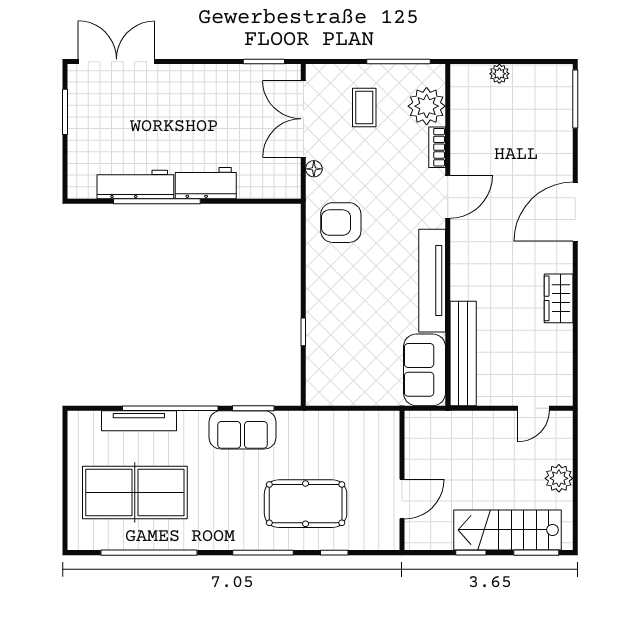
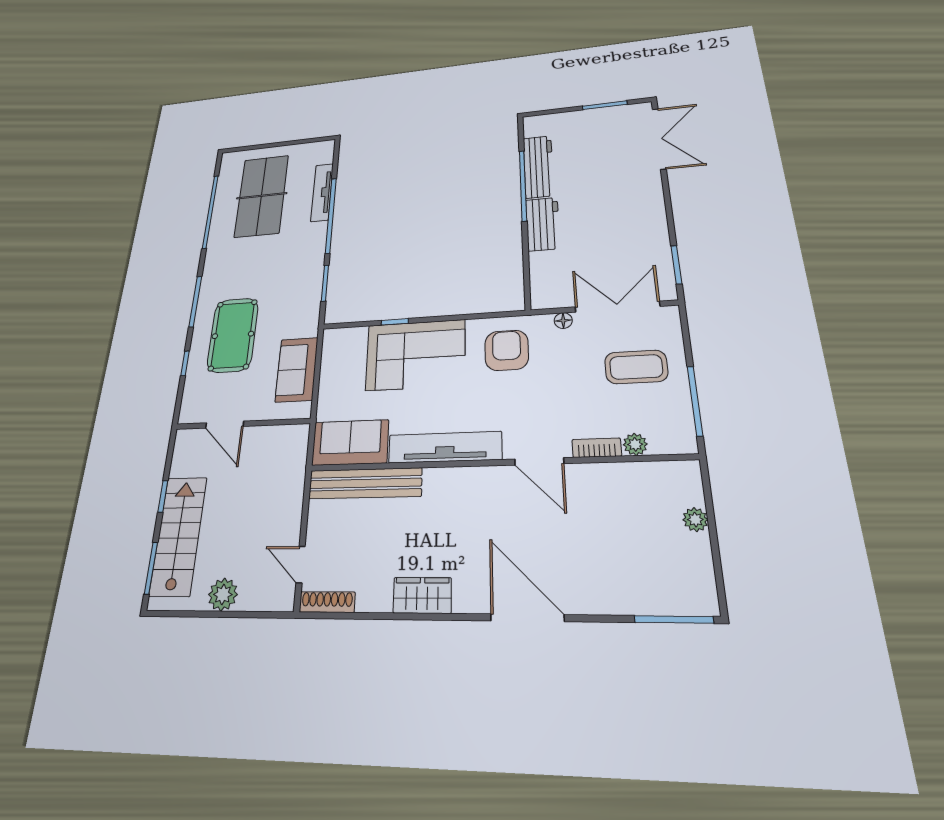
plant: (427, 106) -> (635, 444), width x0.53, depth x0.53
coffee table: (364, 108) -> (636, 367), width x1.36, depth x1.30
corner sofa: (340, 310) -> (415, 355), added
shoe rack: (564, 381) -> (327, 602), added
sofa: (243, 430) -> (297, 370), moved

